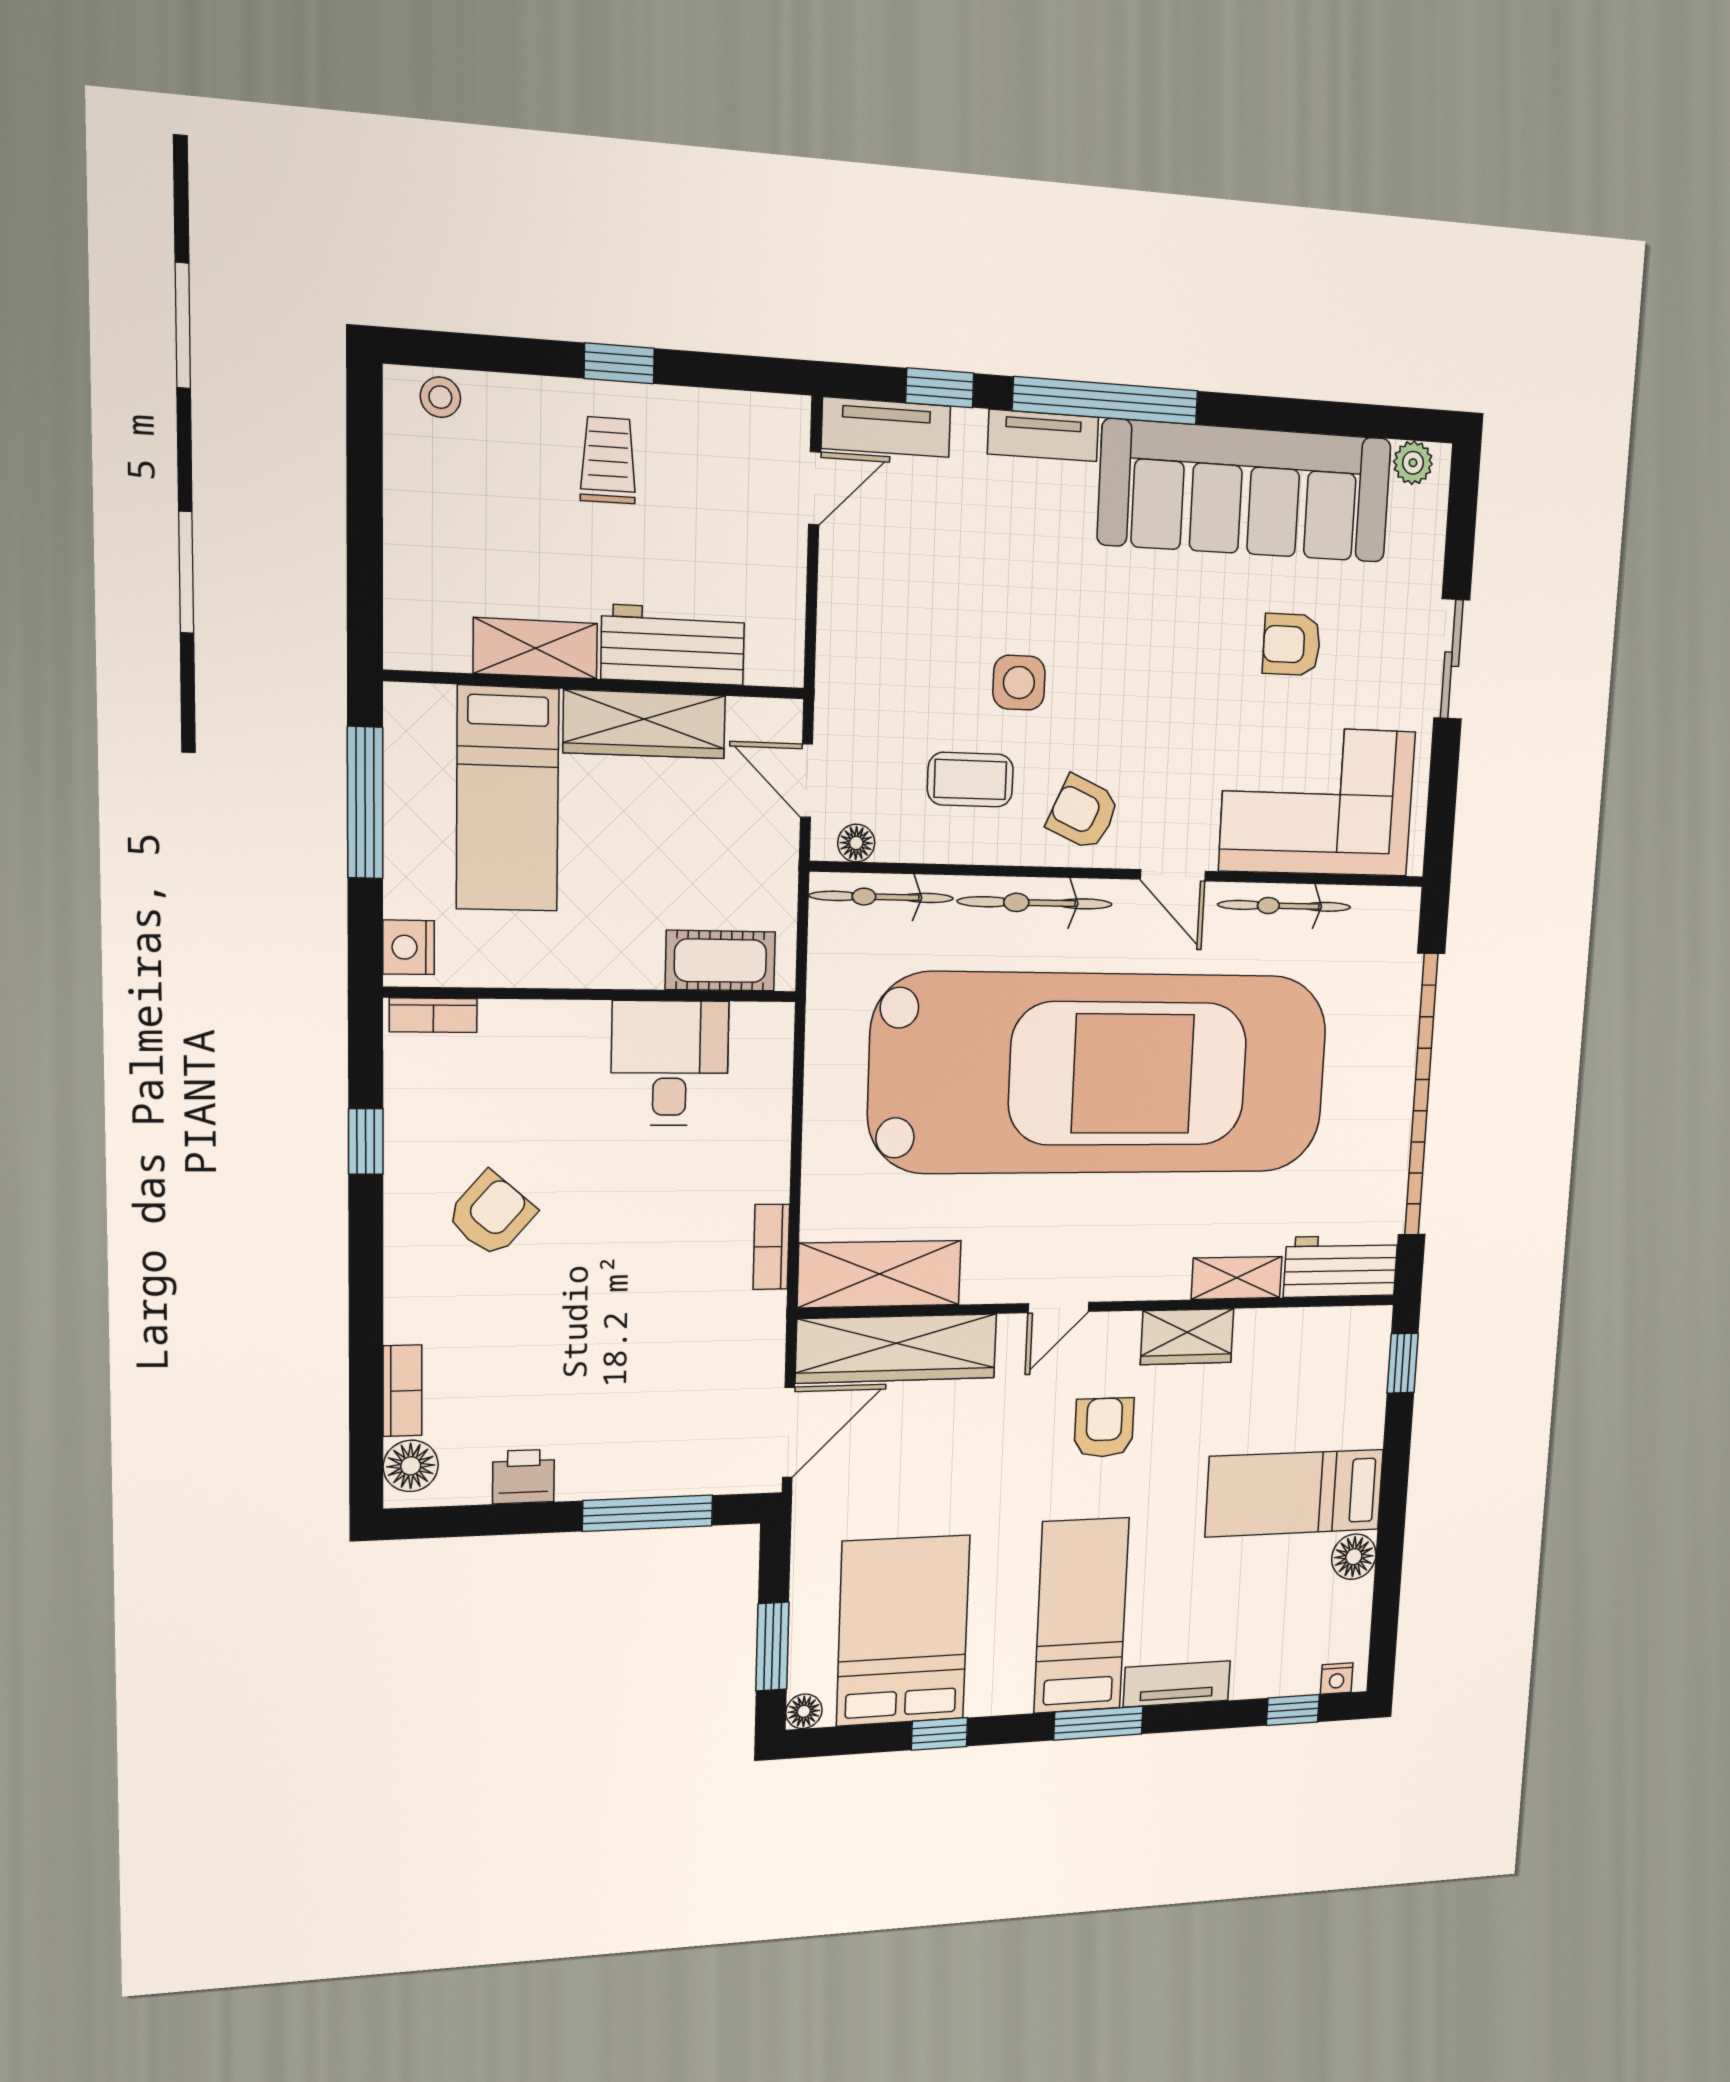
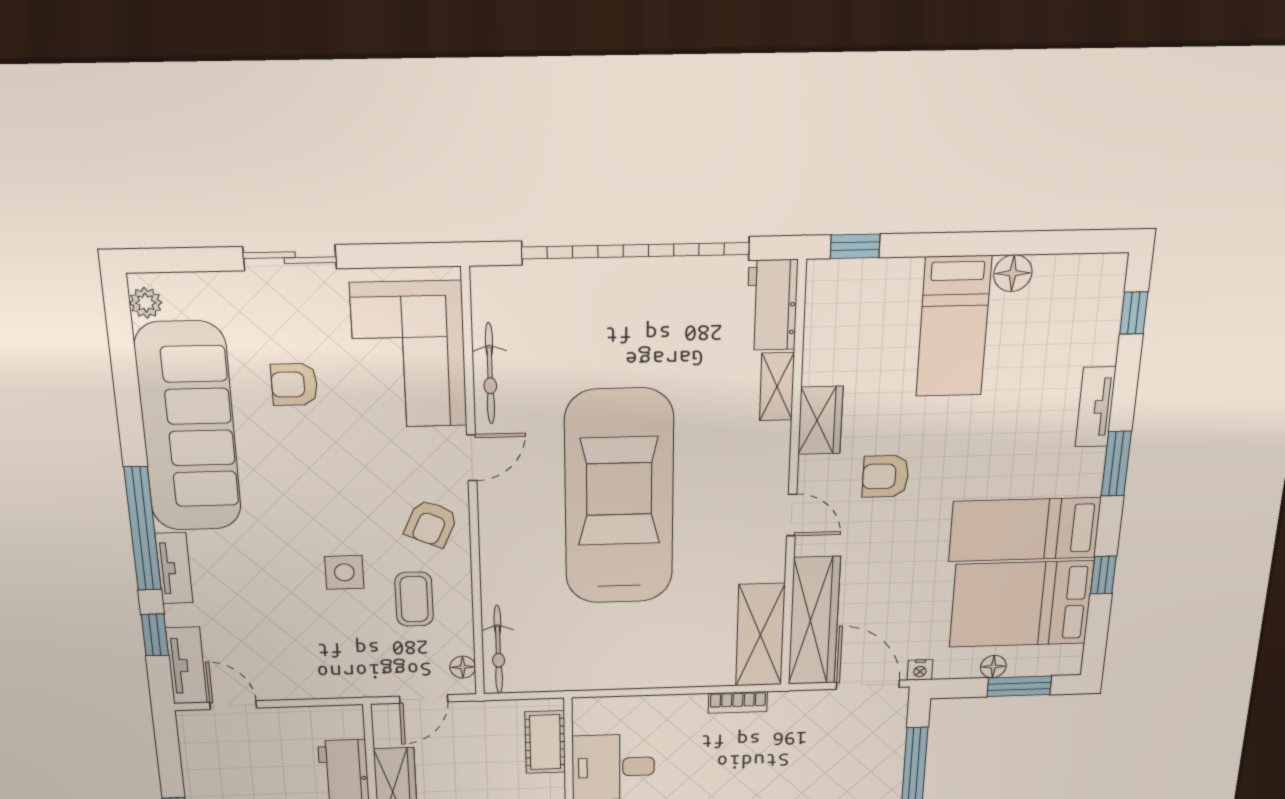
armchair: (1292, 645) -> (294, 384), turned 90
bicycle: (1035, 903) -> (497, 551), removed
car: (1101, 1074) -> (619, 498), width x0.73, depth x0.67
bed: (1081, 1616) -> (1025, 530), moved
nightstand: (1337, 1679) -> (920, 670), moved, turned 90
floor lamp: (804, 1711) -> (993, 667), moved

